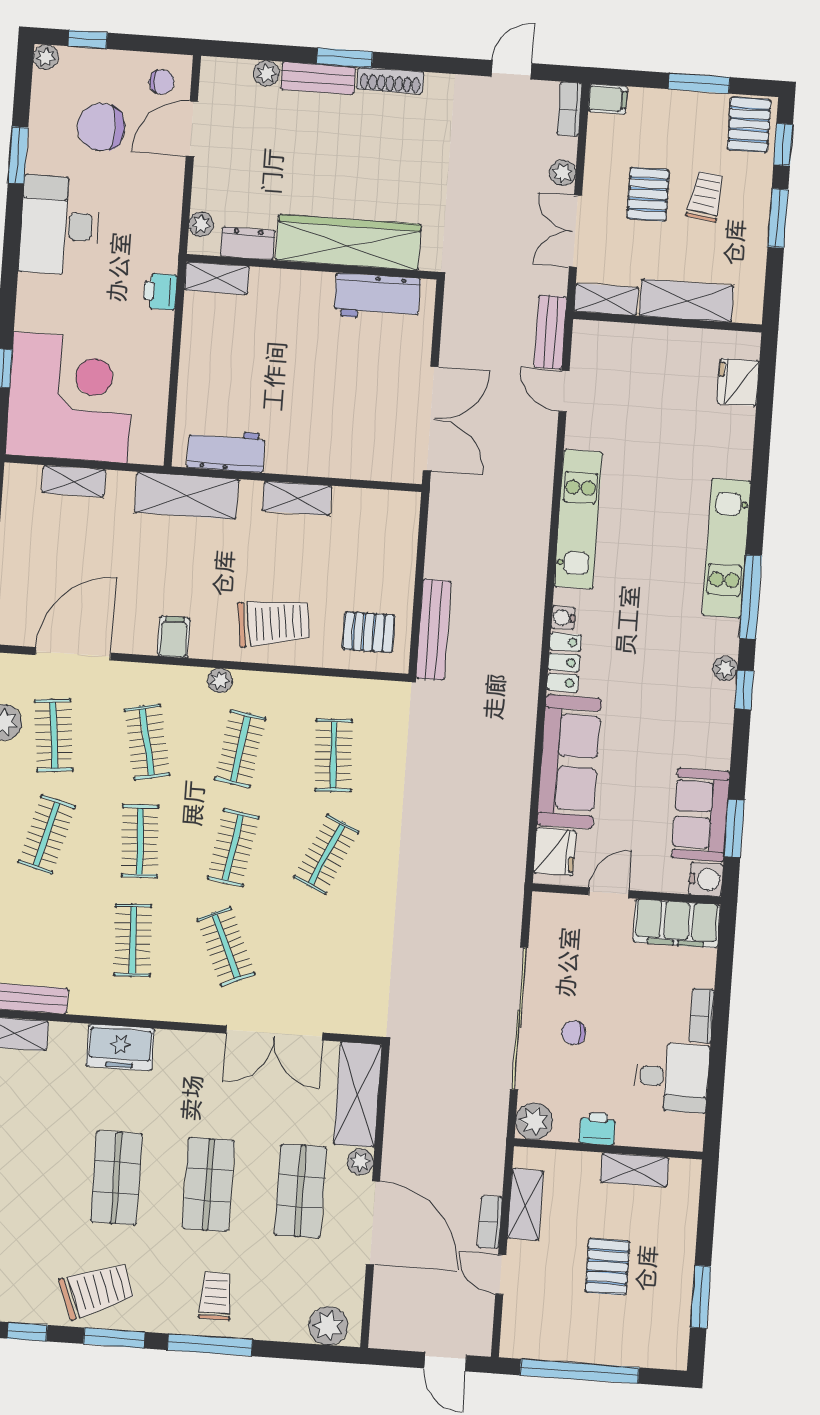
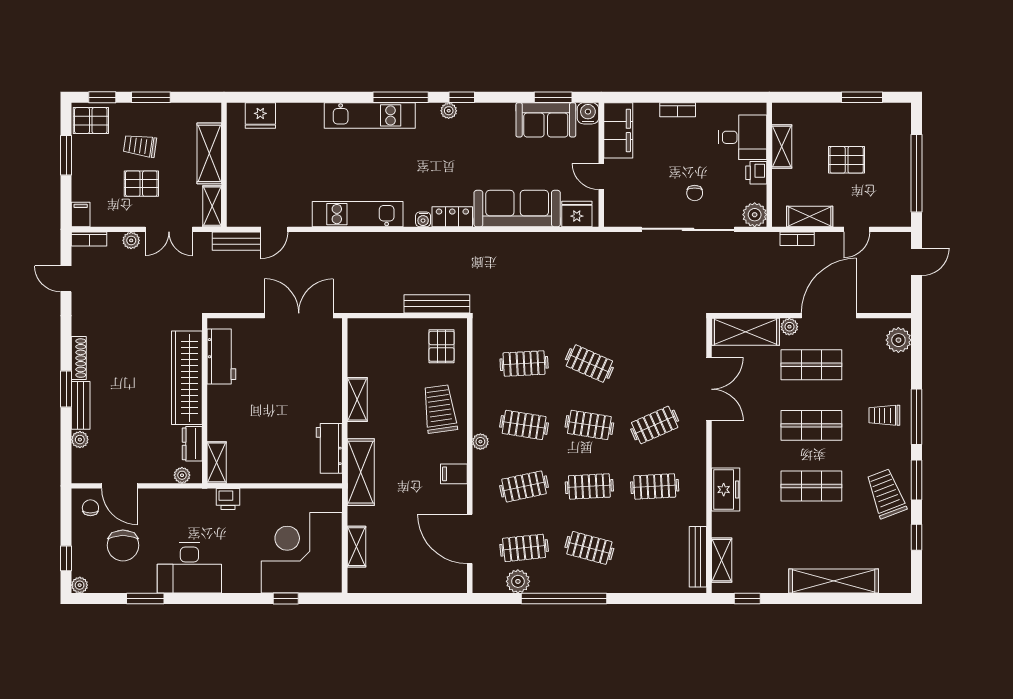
desk: (671, 1077) -> (743, 137), moved, turned 90
bookcase: (490, 1222) -> (797, 239), moved

